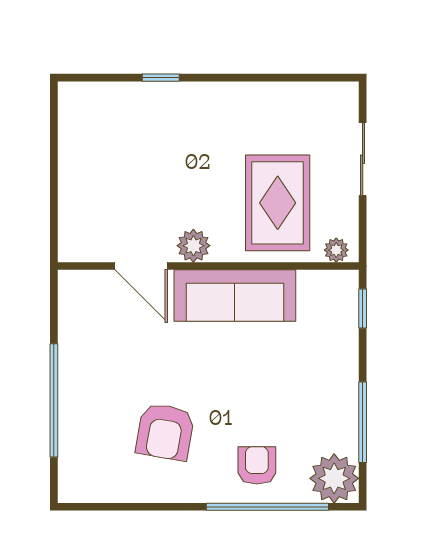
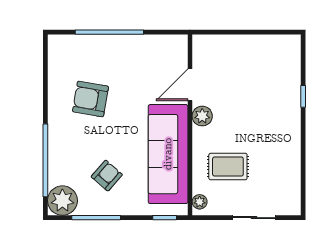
rug: (278, 203) -> (228, 167), width x0.73, depth x0.70
sofa: (235, 296) -> (168, 154), width x1.36, depth x1.27
armchair: (257, 465) -> (107, 176), moved, turned -49

